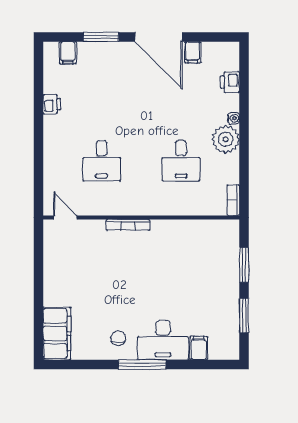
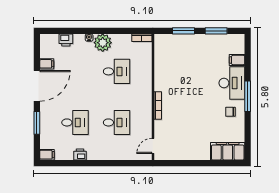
filing cabinet: (68, 53) -> (47, 155), moved
desk: (102, 96) -> (75, 122), added

